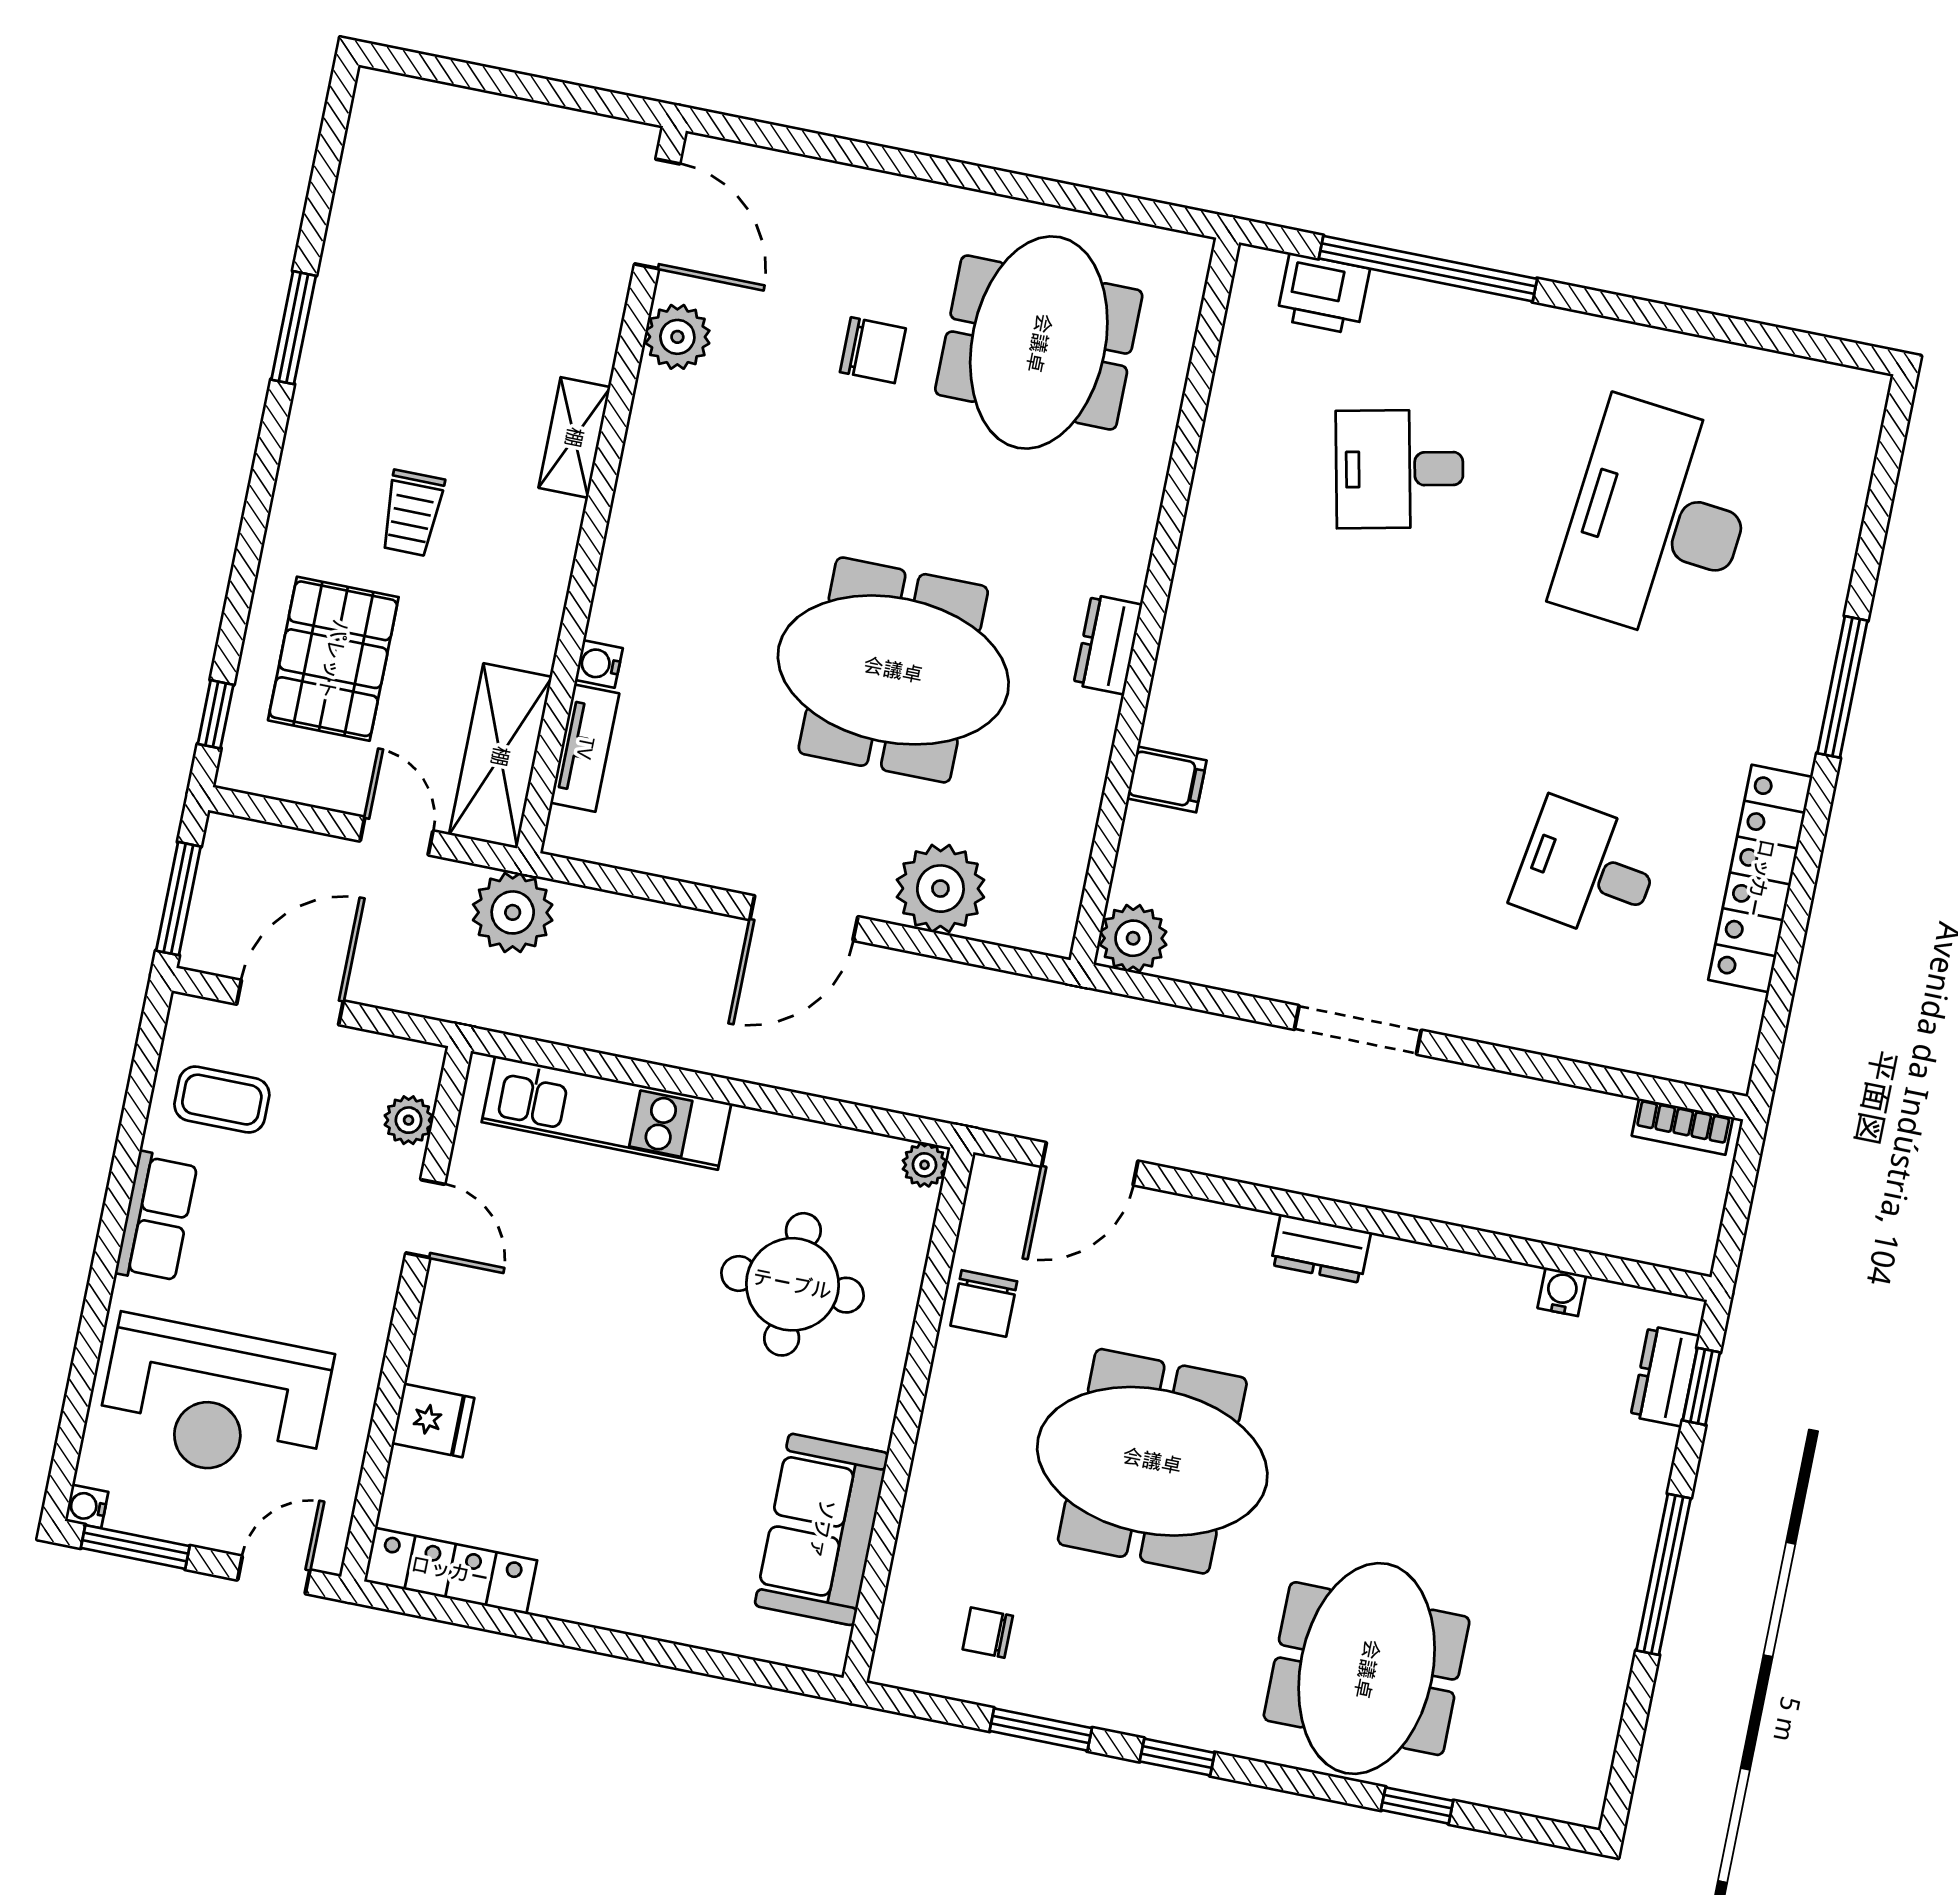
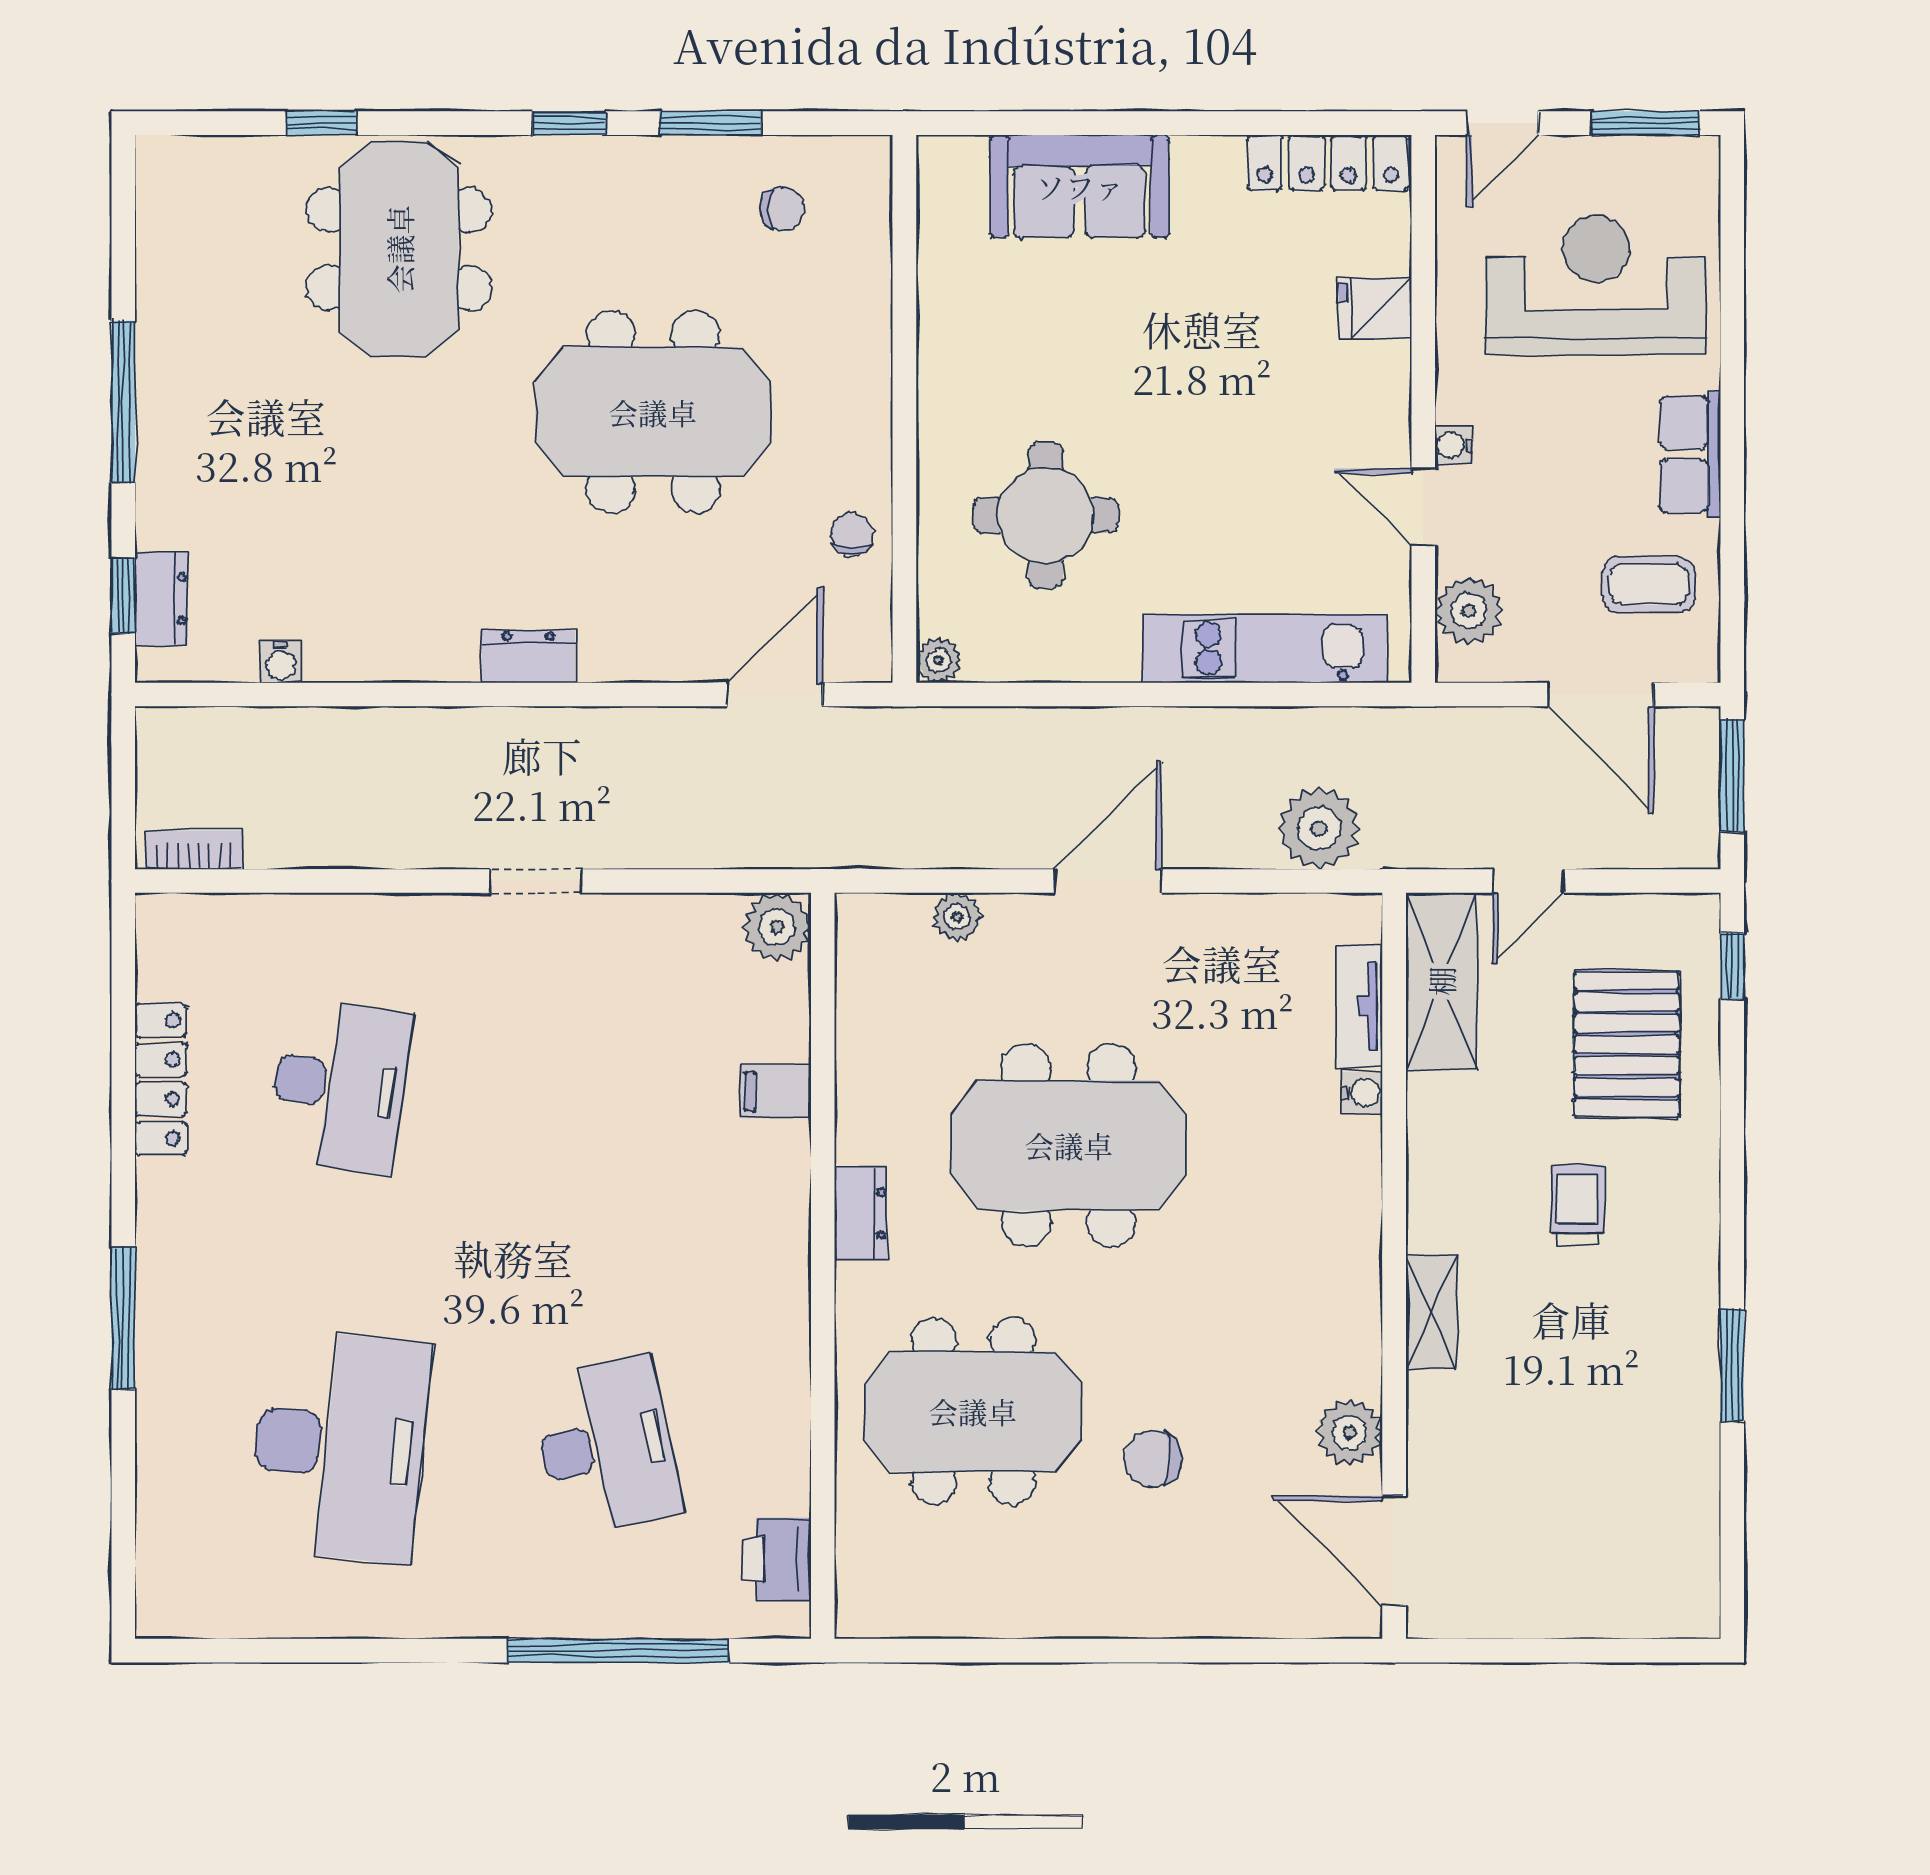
printer: (1323, 294) -> (777, 1559), moved, turned -90
meeting table: (1039, 343) -> (973, 1411), moved, turned 90
desk: (1400, 469) -> (606, 1446), width x1.37
door: (396, 836) -> (1528, 881), hinge flipped
desk: (1587, 870) -> (340, 1086), width x1.37
locker: (1760, 878) -> (161, 1079), width x0.71, depth x0.83
plant: (940, 889) -> (957, 917), width x0.53, depth x0.53
plant: (513, 912) -> (1319, 828), moved
door: (290, 1003) -> (1601, 694), hinge flipped
doorway: (1358, 1030) -> (536, 881), width x0.73
plant: (409, 1120) -> (1469, 611), width x1.38, depth x1.38
chair: (984, 1303) -> (852, 535), width x0.73, depth x0.73
water cooler: (87, 1506) -> (1454, 445), moved, turned 180
sofa: (822, 1529) -> (1080, 186), moved, turned 90

